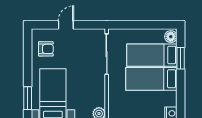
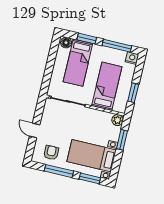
window: (28, 62) -> (59, 171), added
bed: (151, 79) -> (107, 86), moved, turned 180
window: (181, 93) -> (117, 46), added

